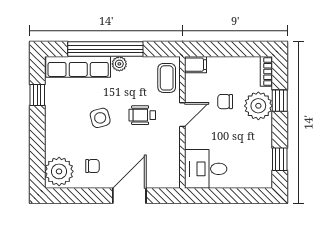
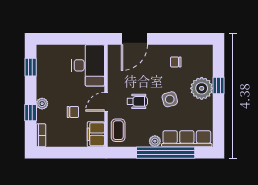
filing cabinet: (195, 65) -> (96, 134), width x2.00
window: (37, 95) -> (219, 86), moved
plant: (258, 106) -> (42, 104), width x0.53, depth x0.53
desk: (206, 169) -> (88, 65), width x1.37
plant: (59, 171) -> (202, 88), moved
door: (129, 196) -> (134, 39), moved

